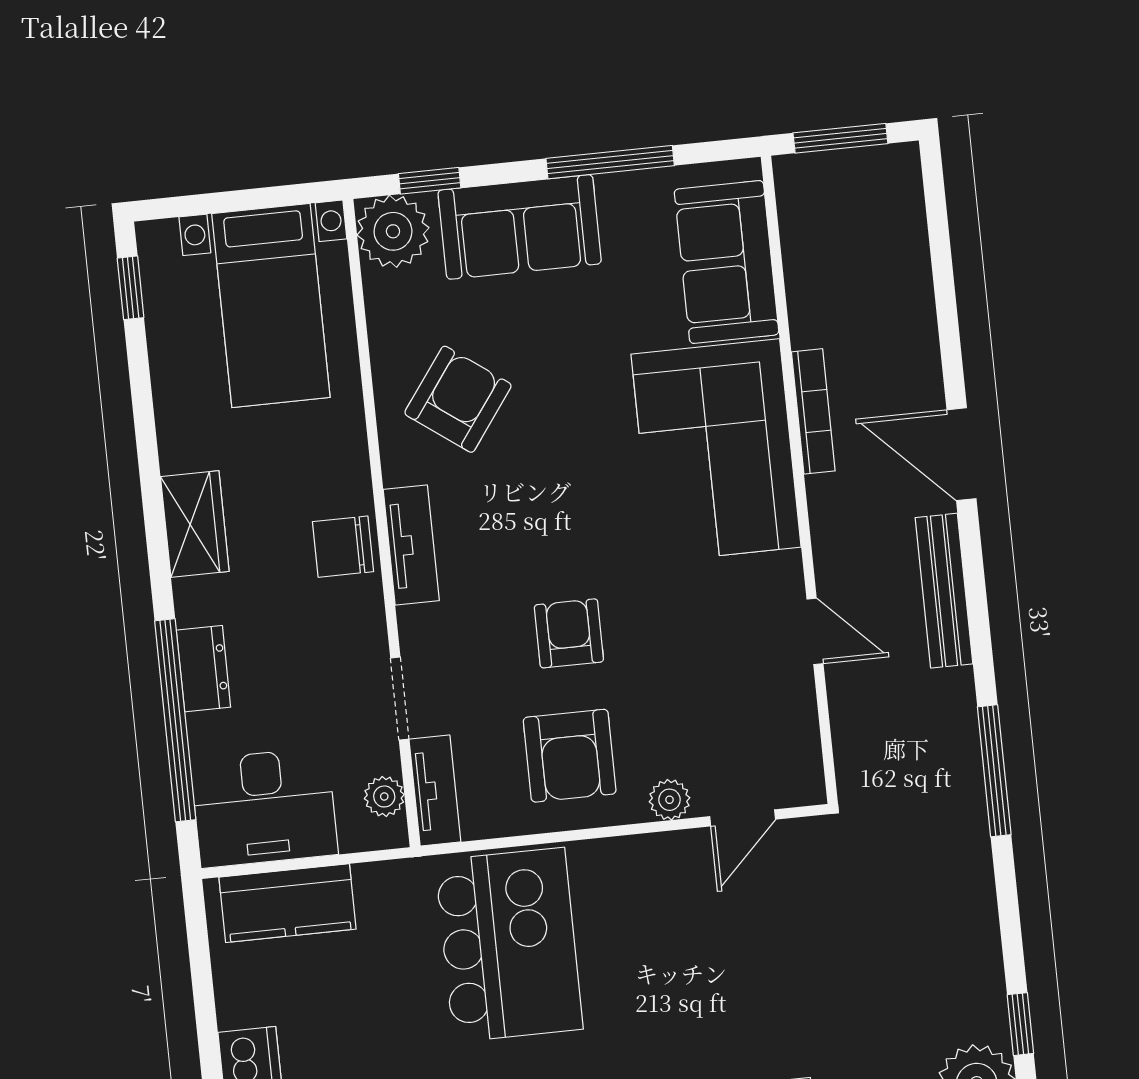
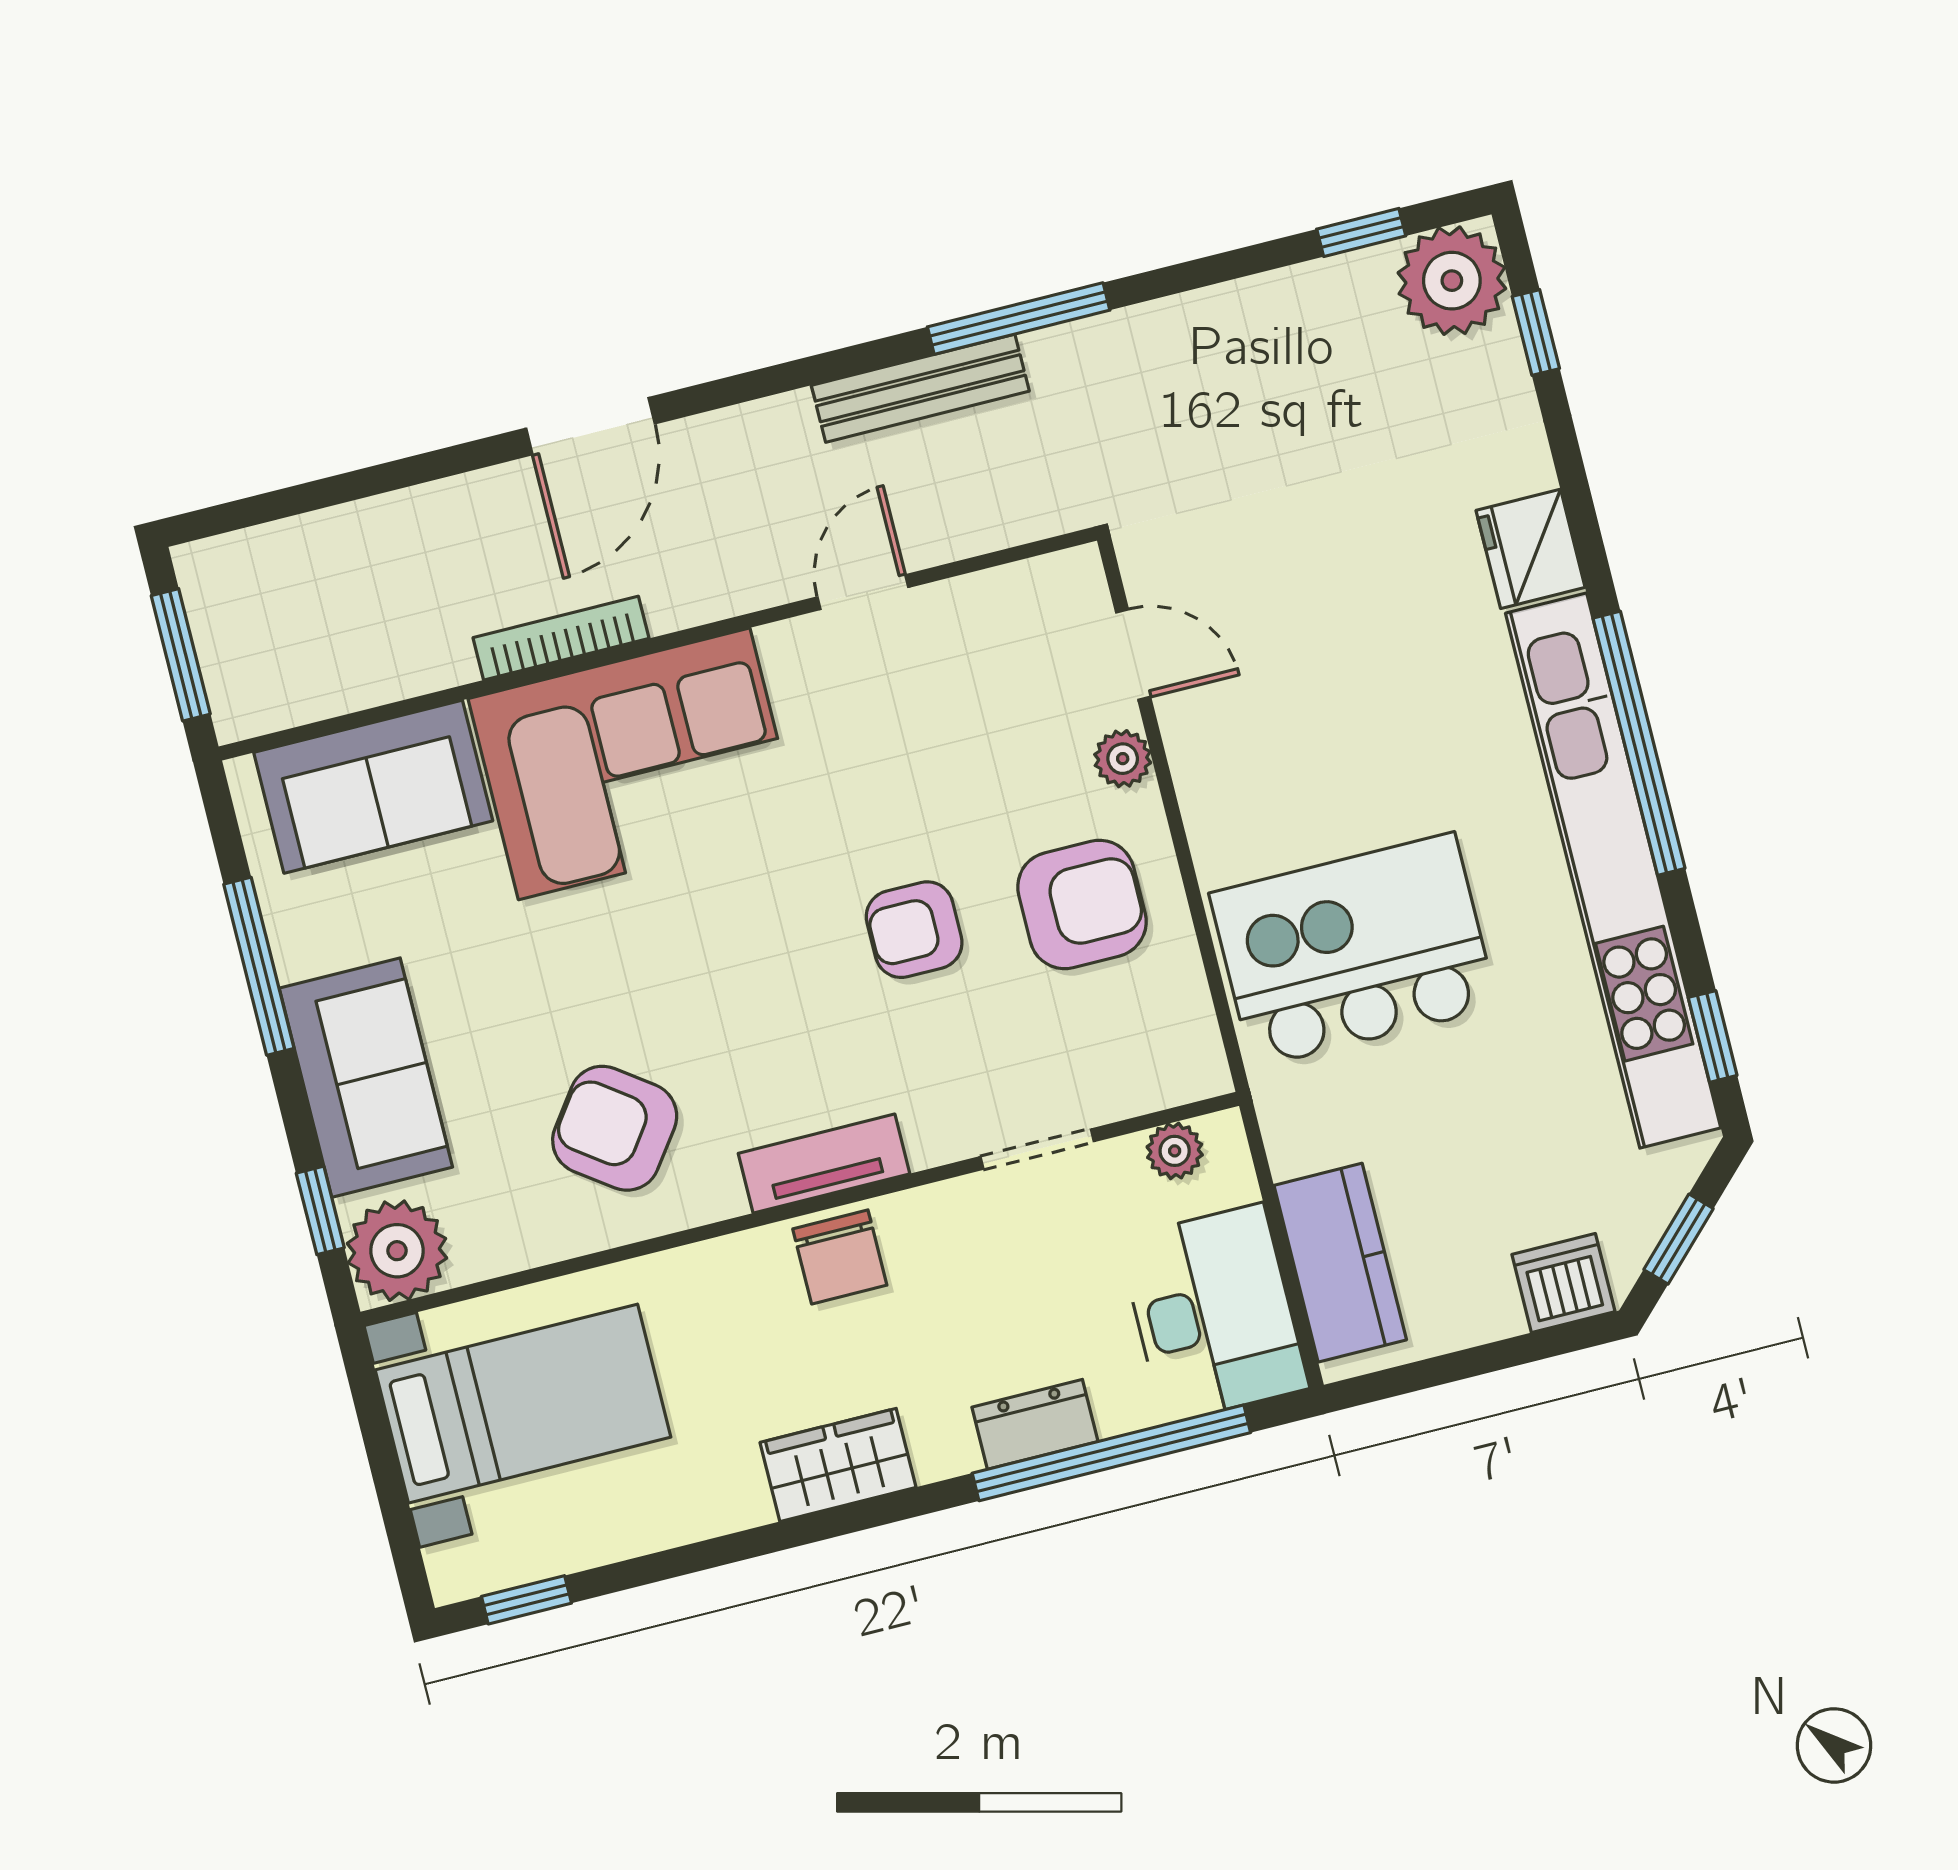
bench: (944, 591) -> (920, 388), moved
tv unit: (435, 791) -> (1156, 1083), removed

